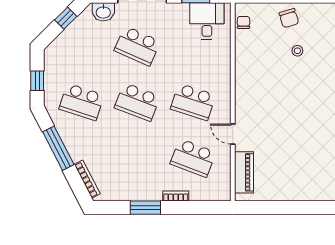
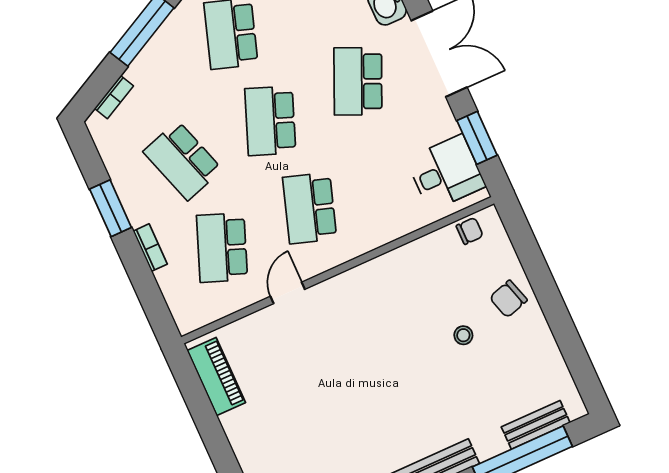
school desk: (137, 158) -> (183, 160), added
piano: (244, 172) -> (216, 377), moved, turned -90
bookcase: (87, 179) -> (114, 97), width x0.64

